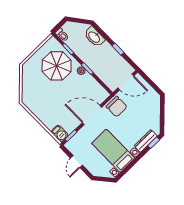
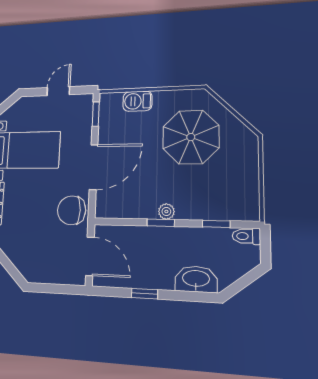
parasol: (57, 66) -> (191, 137), moved
door: (126, 82) -> (90, 256), swing flipped
barbecue: (60, 133) -> (137, 101), moved
door: (76, 162) -> (58, 91), hinge flipped

